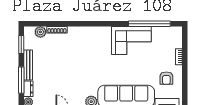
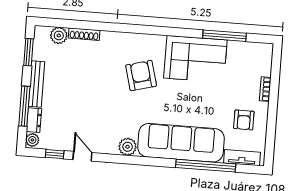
window: (149, 24) -> (225, 36), width x0.68
armchair: (97, 54) -> (141, 76), added

